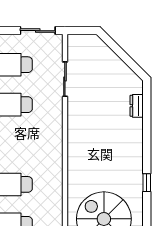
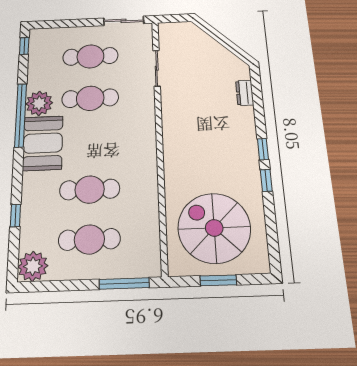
window: (147, 156) -> (263, 149), added

